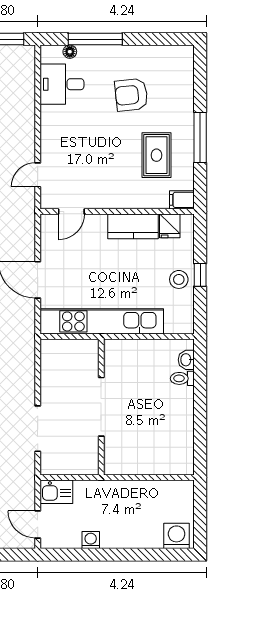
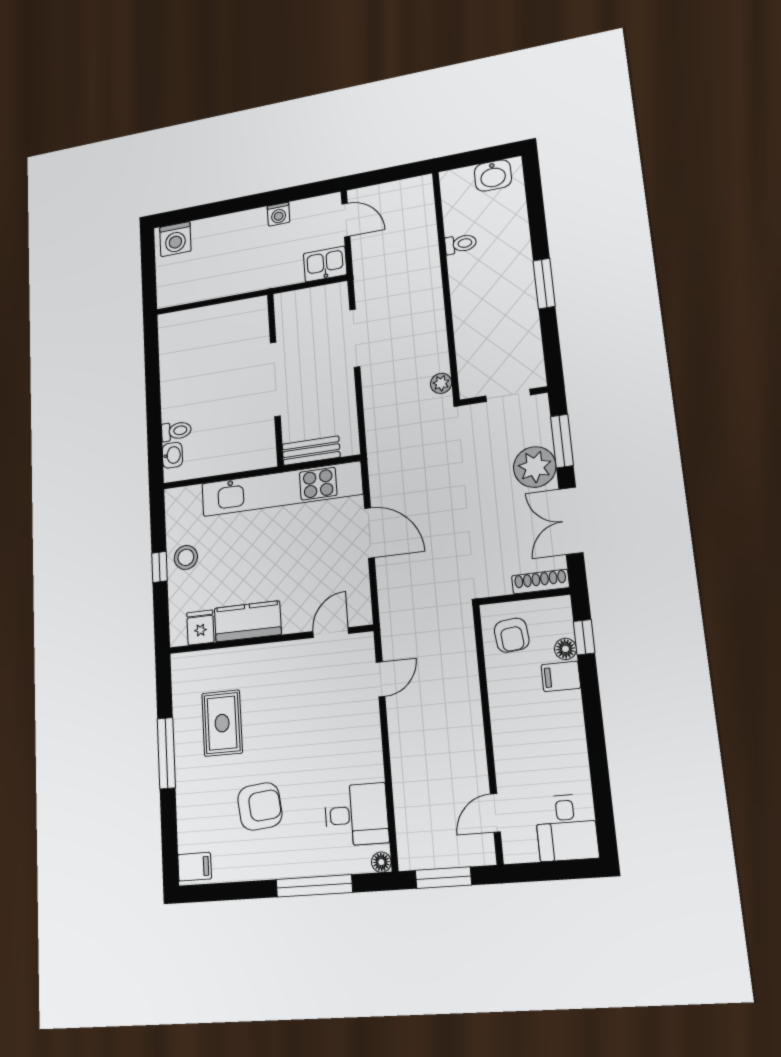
floor lamp: (70, 52) -> (381, 862), moved
filing cabinet: (182, 200) -> (195, 867), moved
bench: (77, 347) -> (311, 451), added

